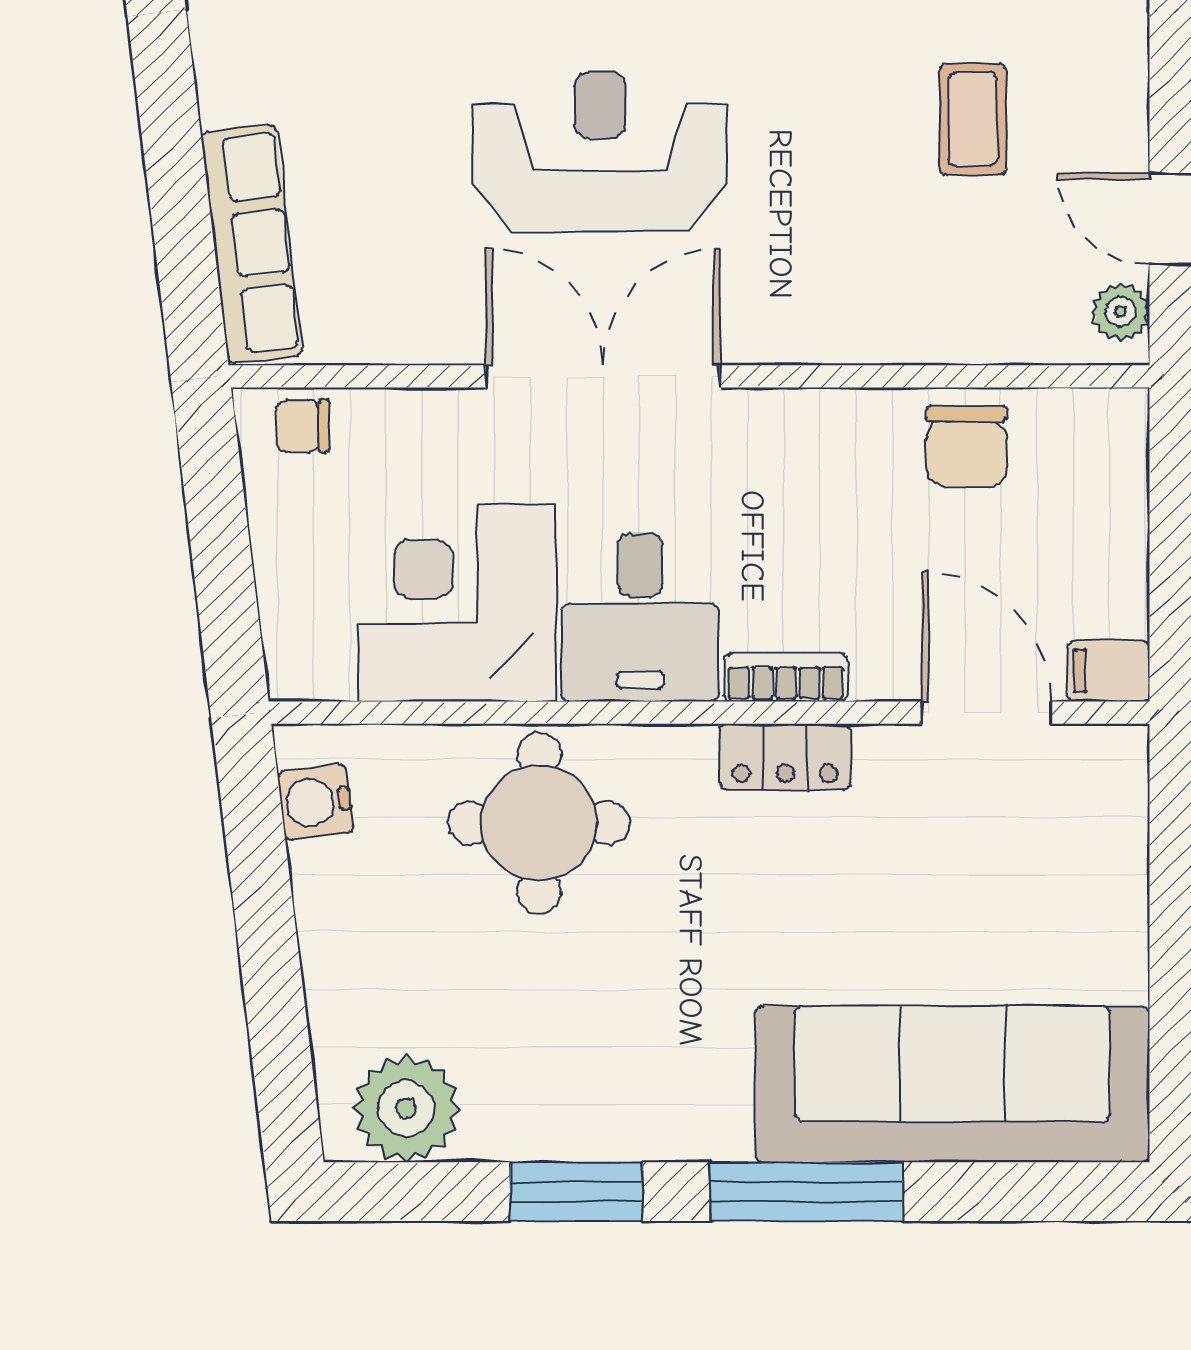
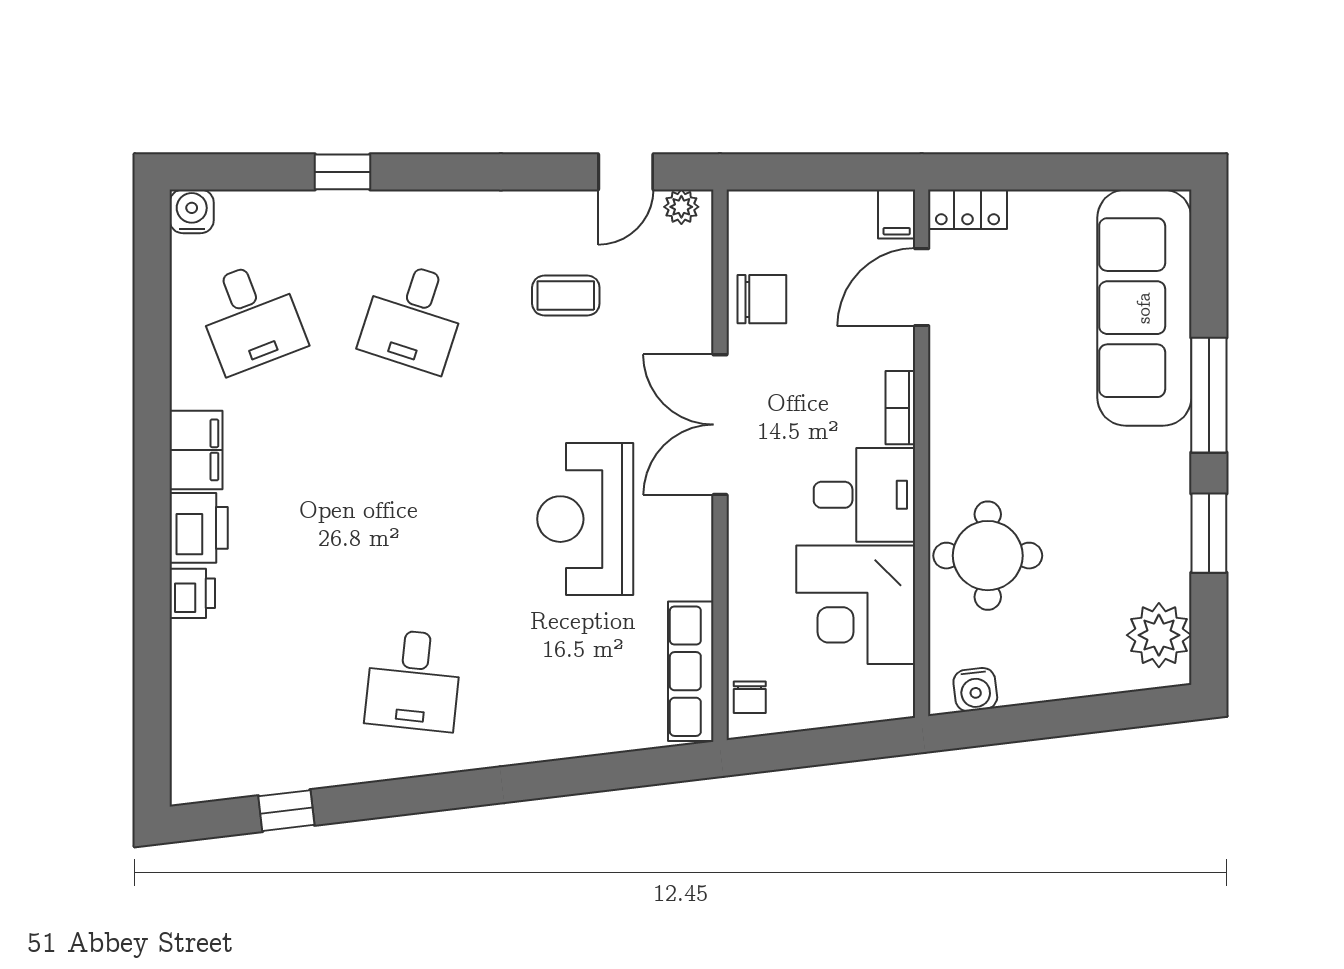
row of seats: (252, 244) -> (691, 671), moved, turned -83
double door: (603, 376) -> (720, 425), moved
locker: (785, 757) -> (968, 209), moved, turned 90

